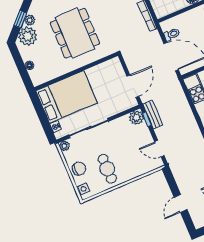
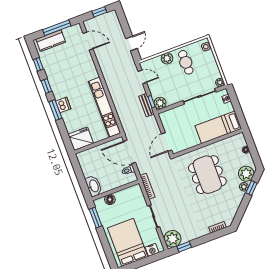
door: (133, 86) -> (167, 142), moved
bed: (66, 97) -> (218, 127), width x0.67
chair: (79, 169) -> (209, 64), removed
plant: (130, 173) -> (167, 58), added
door: (181, 203) -> (131, 44), moved

